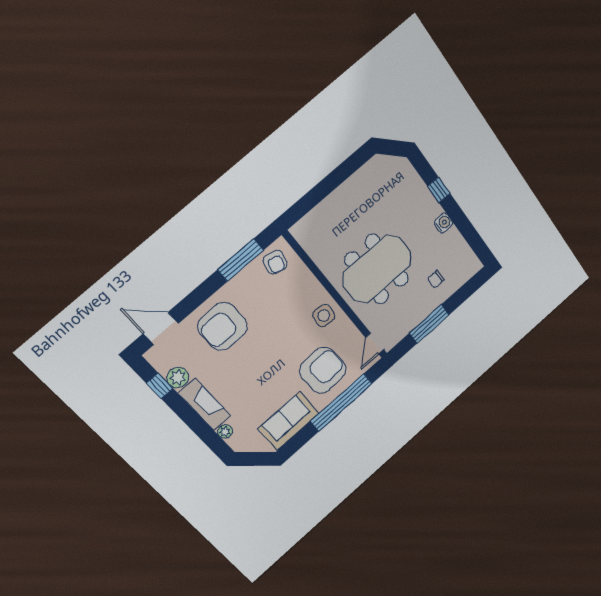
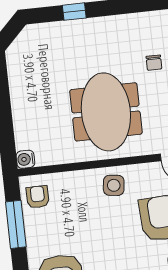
water cooler: (443, 223) -> (25, 159), moved, turned -90
armchair: (275, 262) -> (38, 197), turned -105

